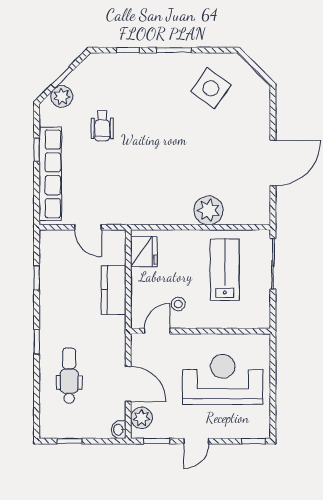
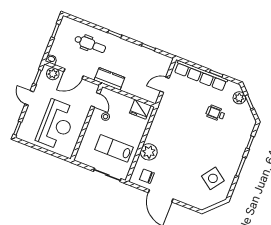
chair: (250, 198) -> (147, 176), added
lab bench: (225, 270) -> (114, 148), turned 180
kitchen counter: (114, 290) -> (109, 79), moved

